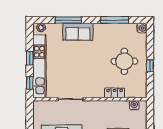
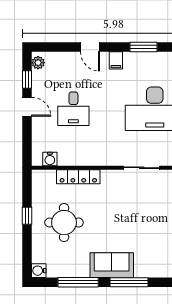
window: (68, 20) -> (129, 282), moved
sofa: (78, 32) -> (112, 265), moved
locker: (115, 93) -> (78, 177), width x1.53

